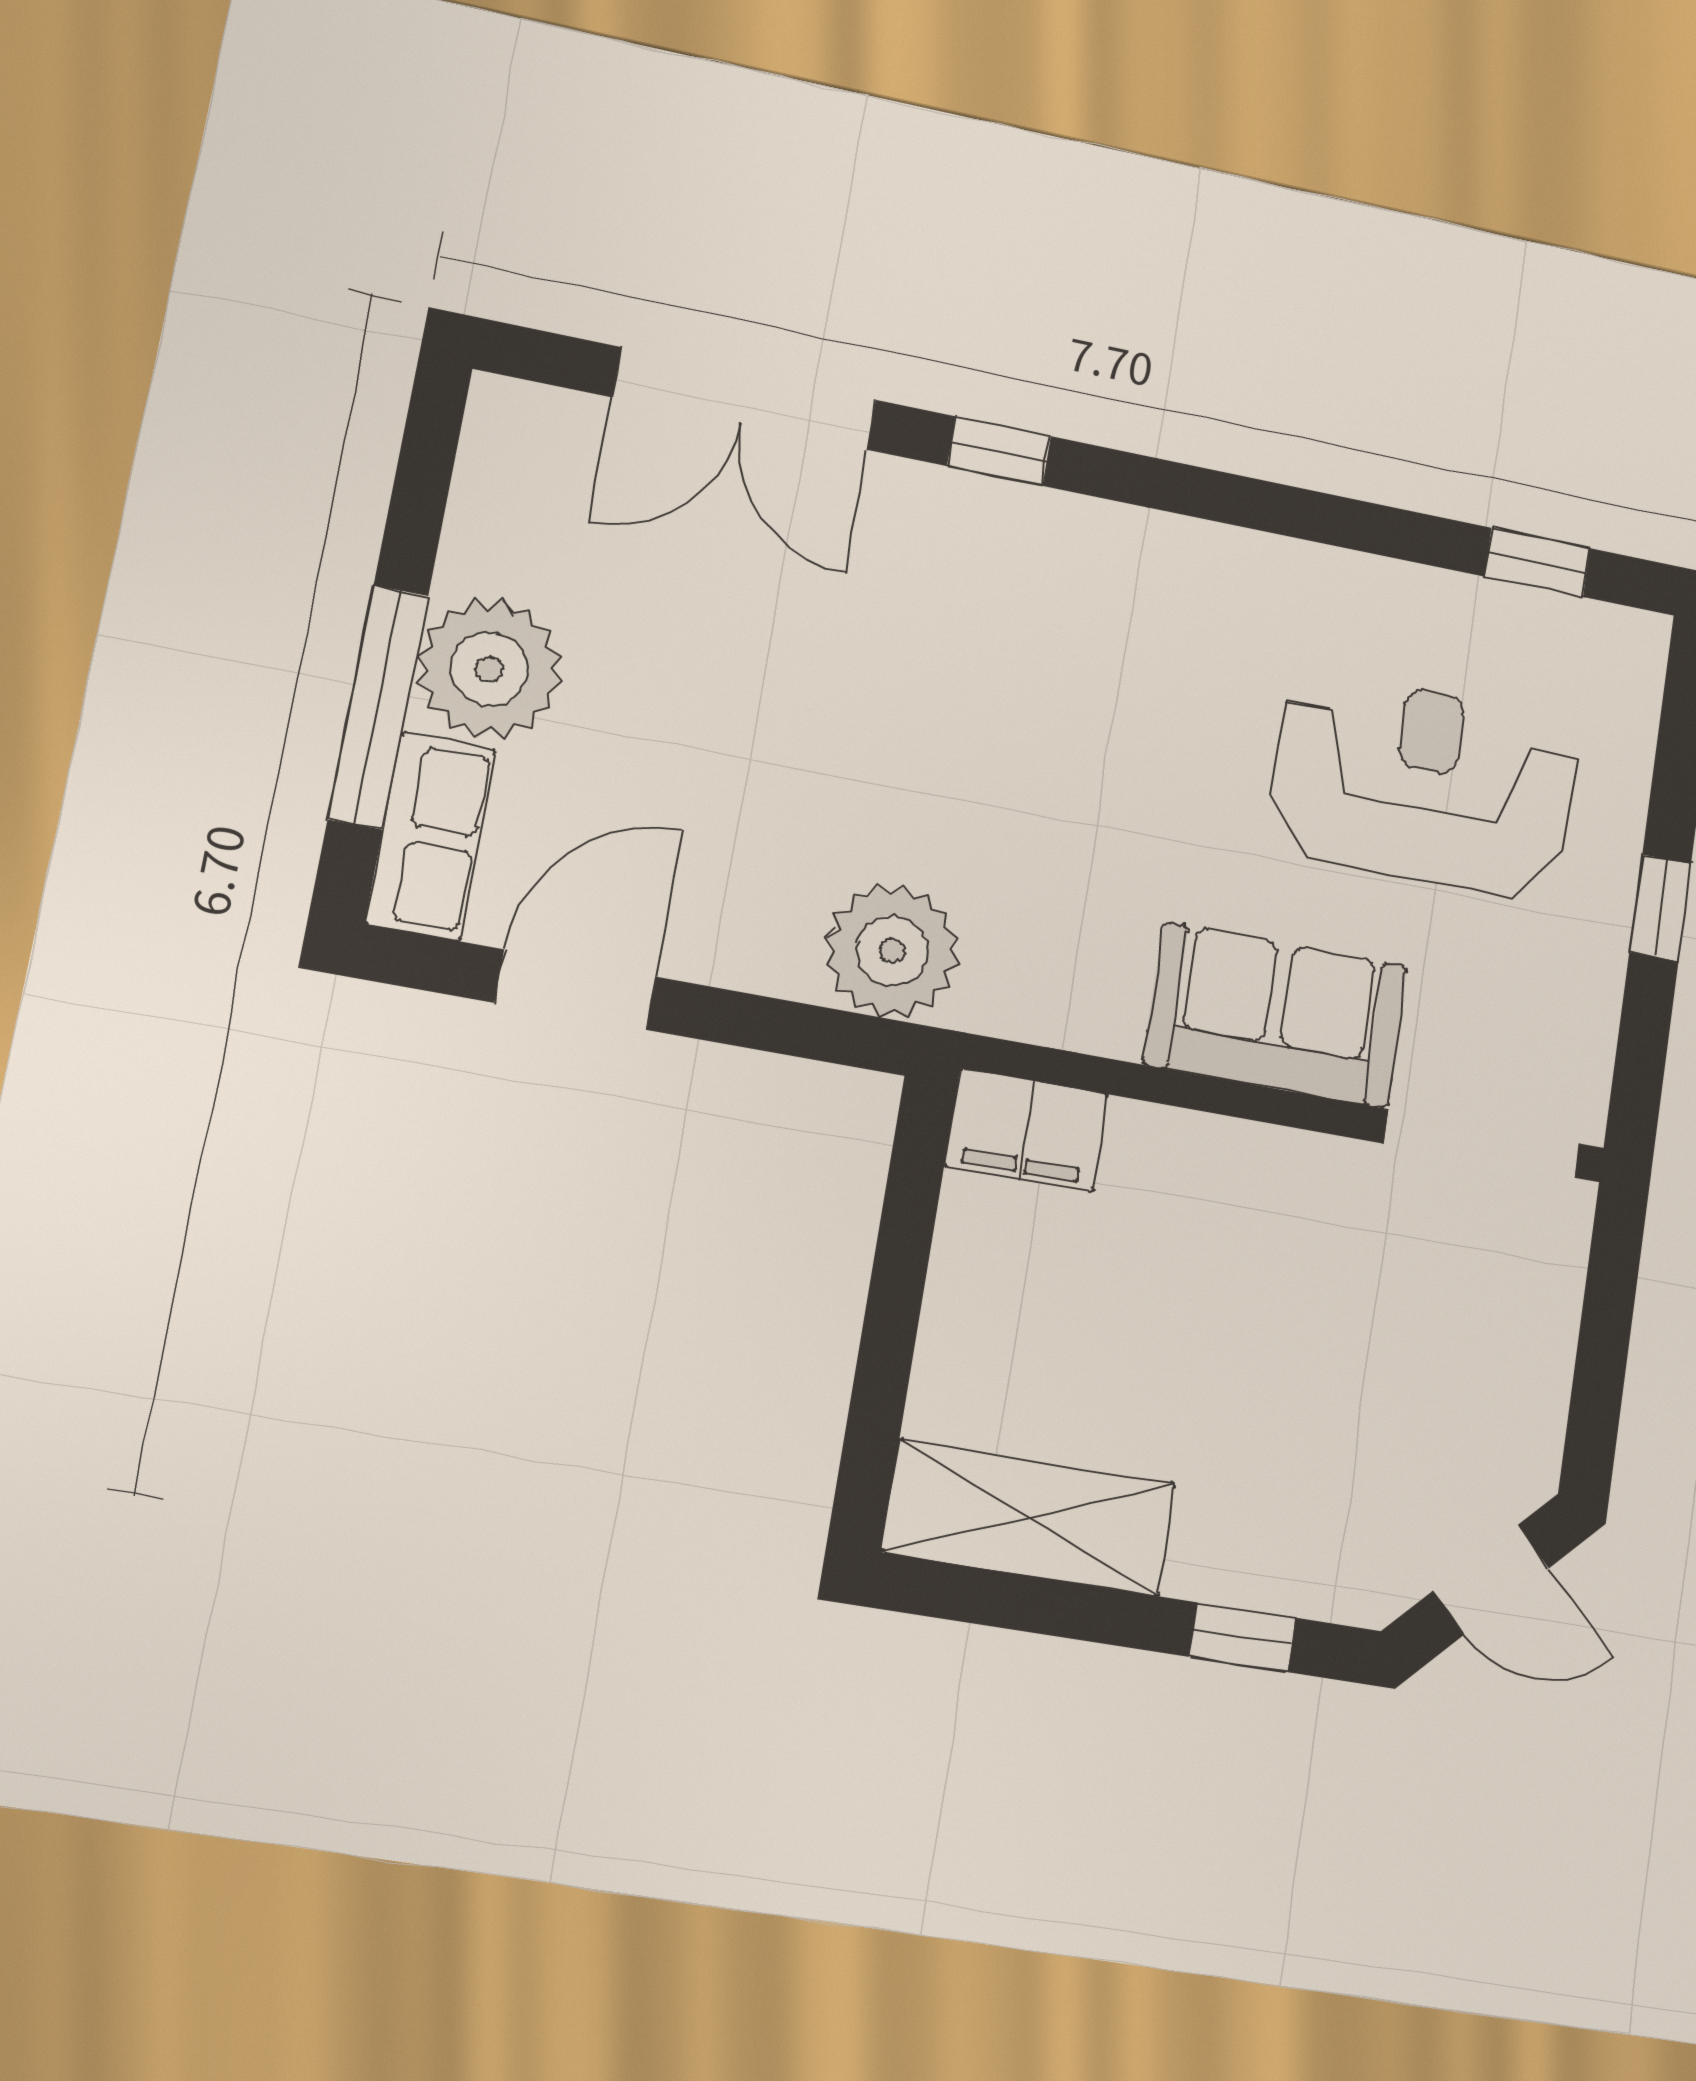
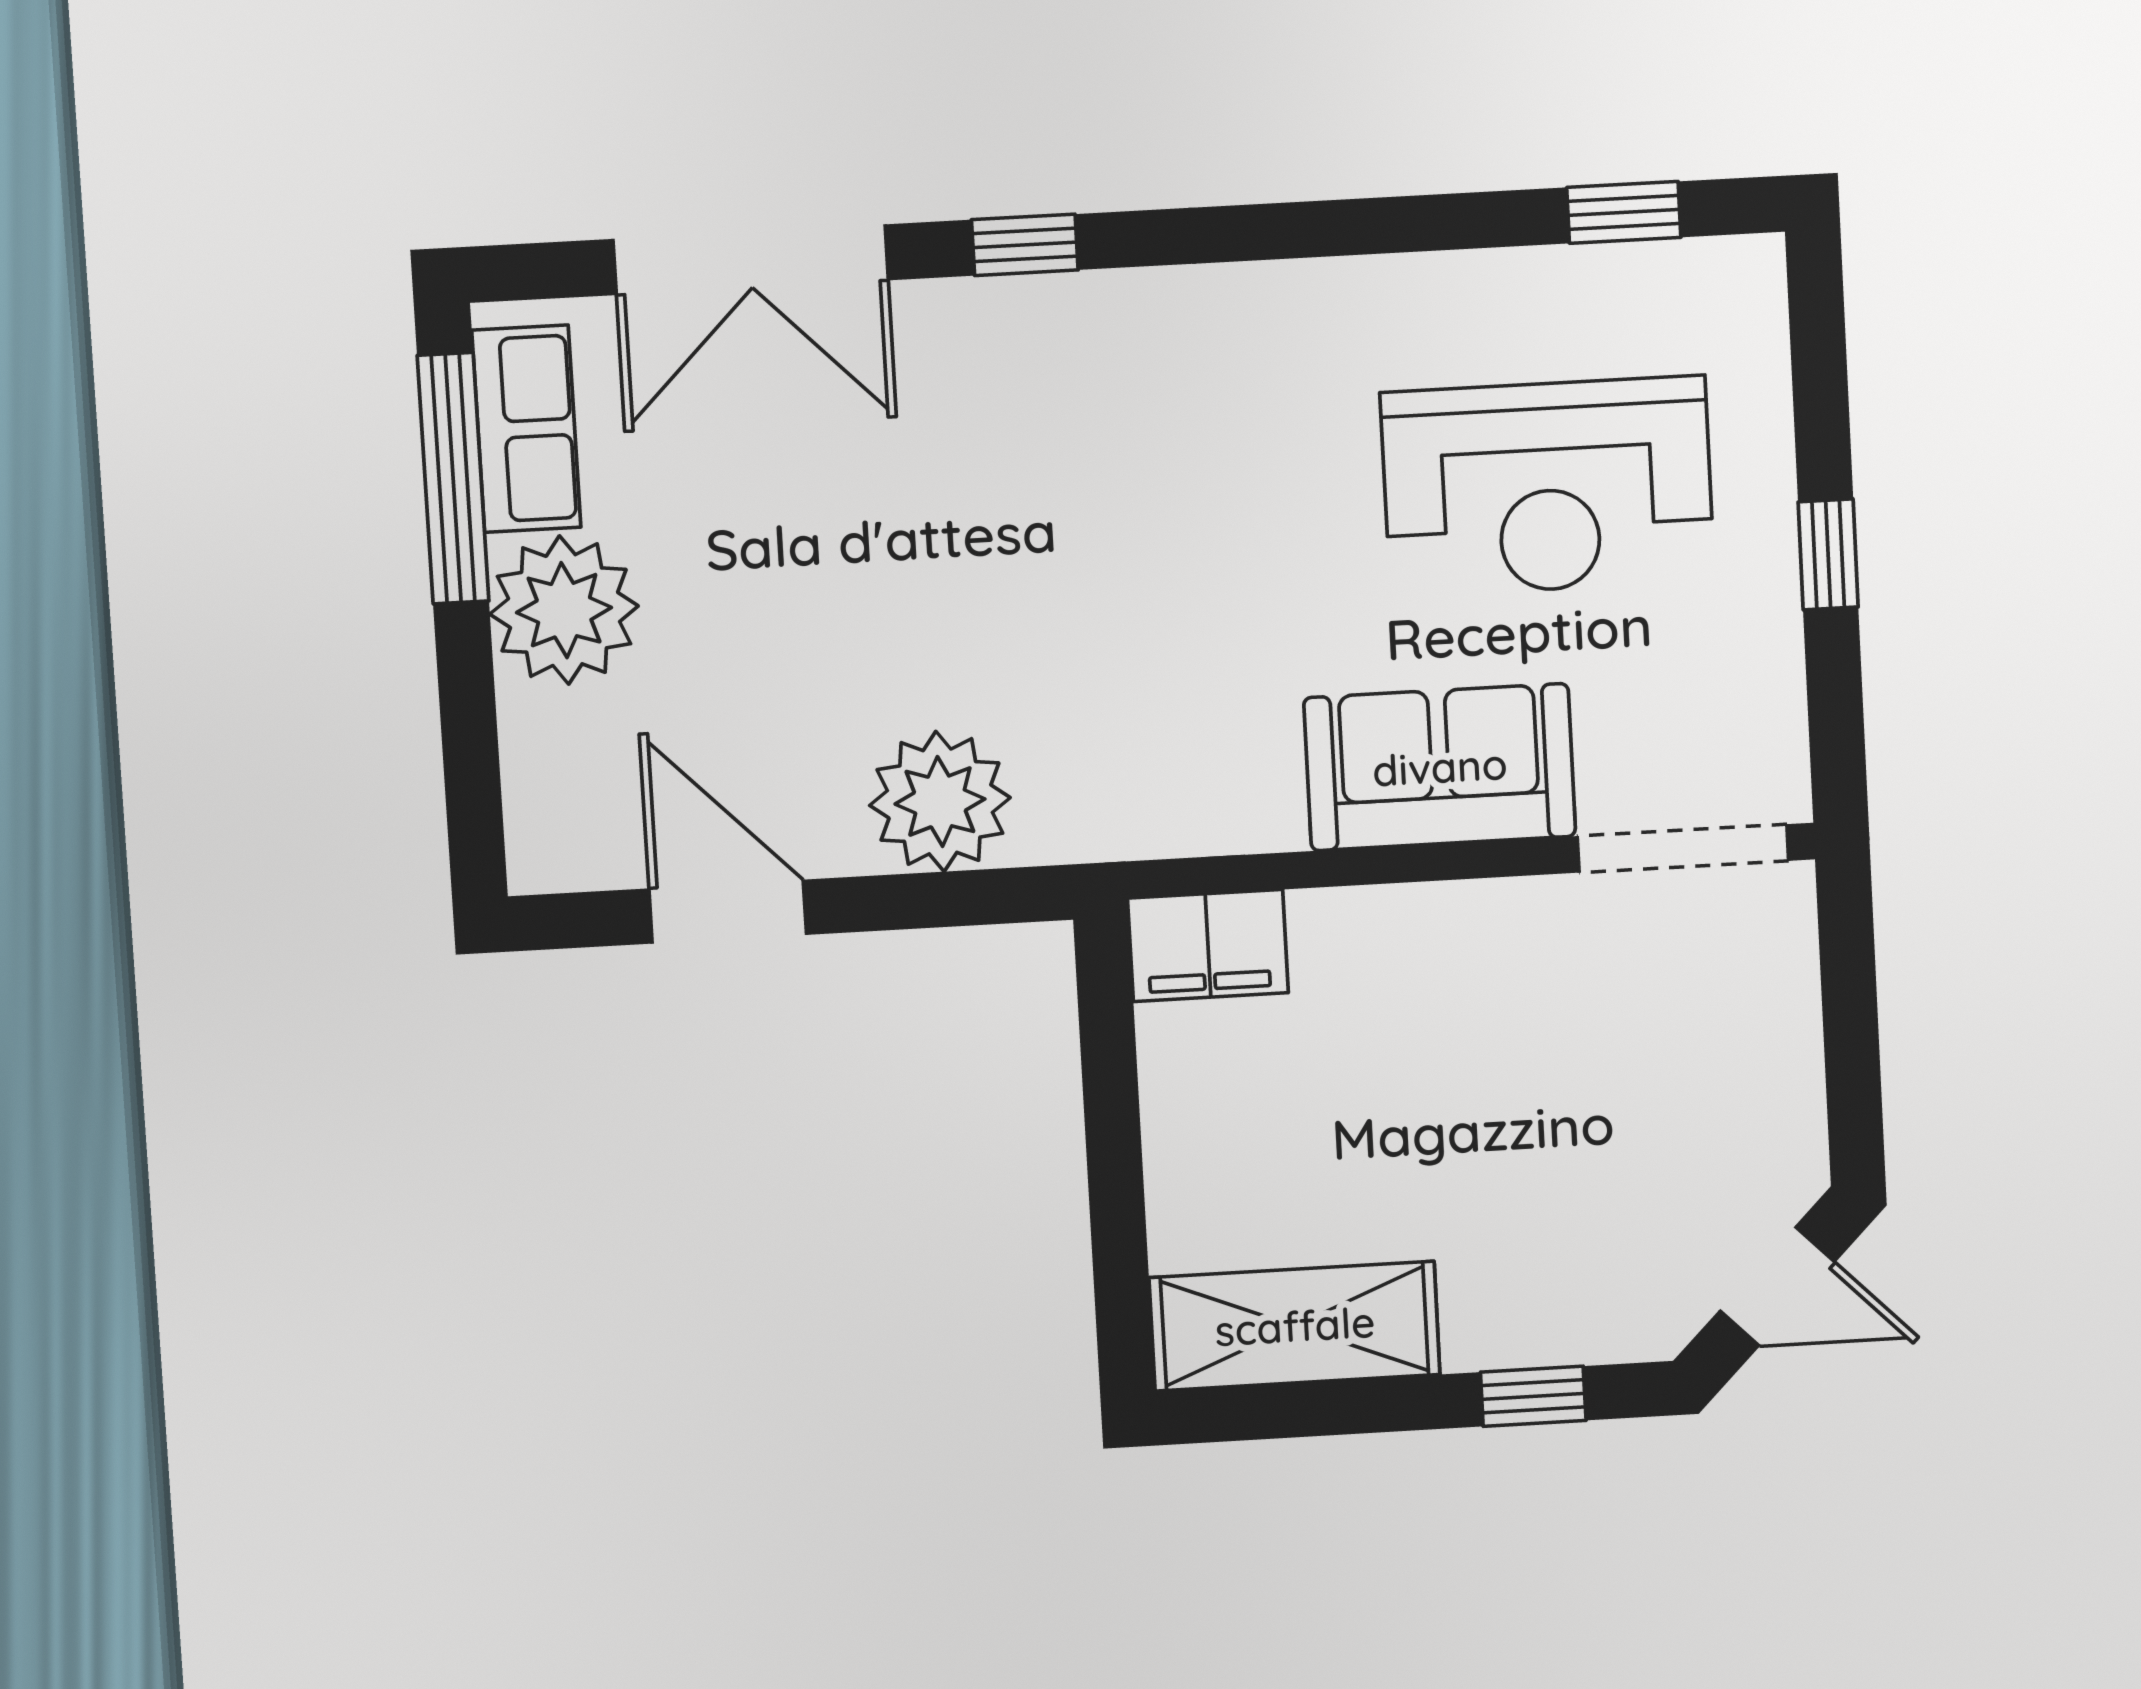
window: (378, 707) -> (453, 478), moved
reception desk: (1424, 785) -> (1548, 487), turned 180
row of seats: (431, 836) -> (526, 429), moved
plant: (892, 951) -> (940, 801), moved
door: (575, 990) -> (728, 912), hinge flipped

